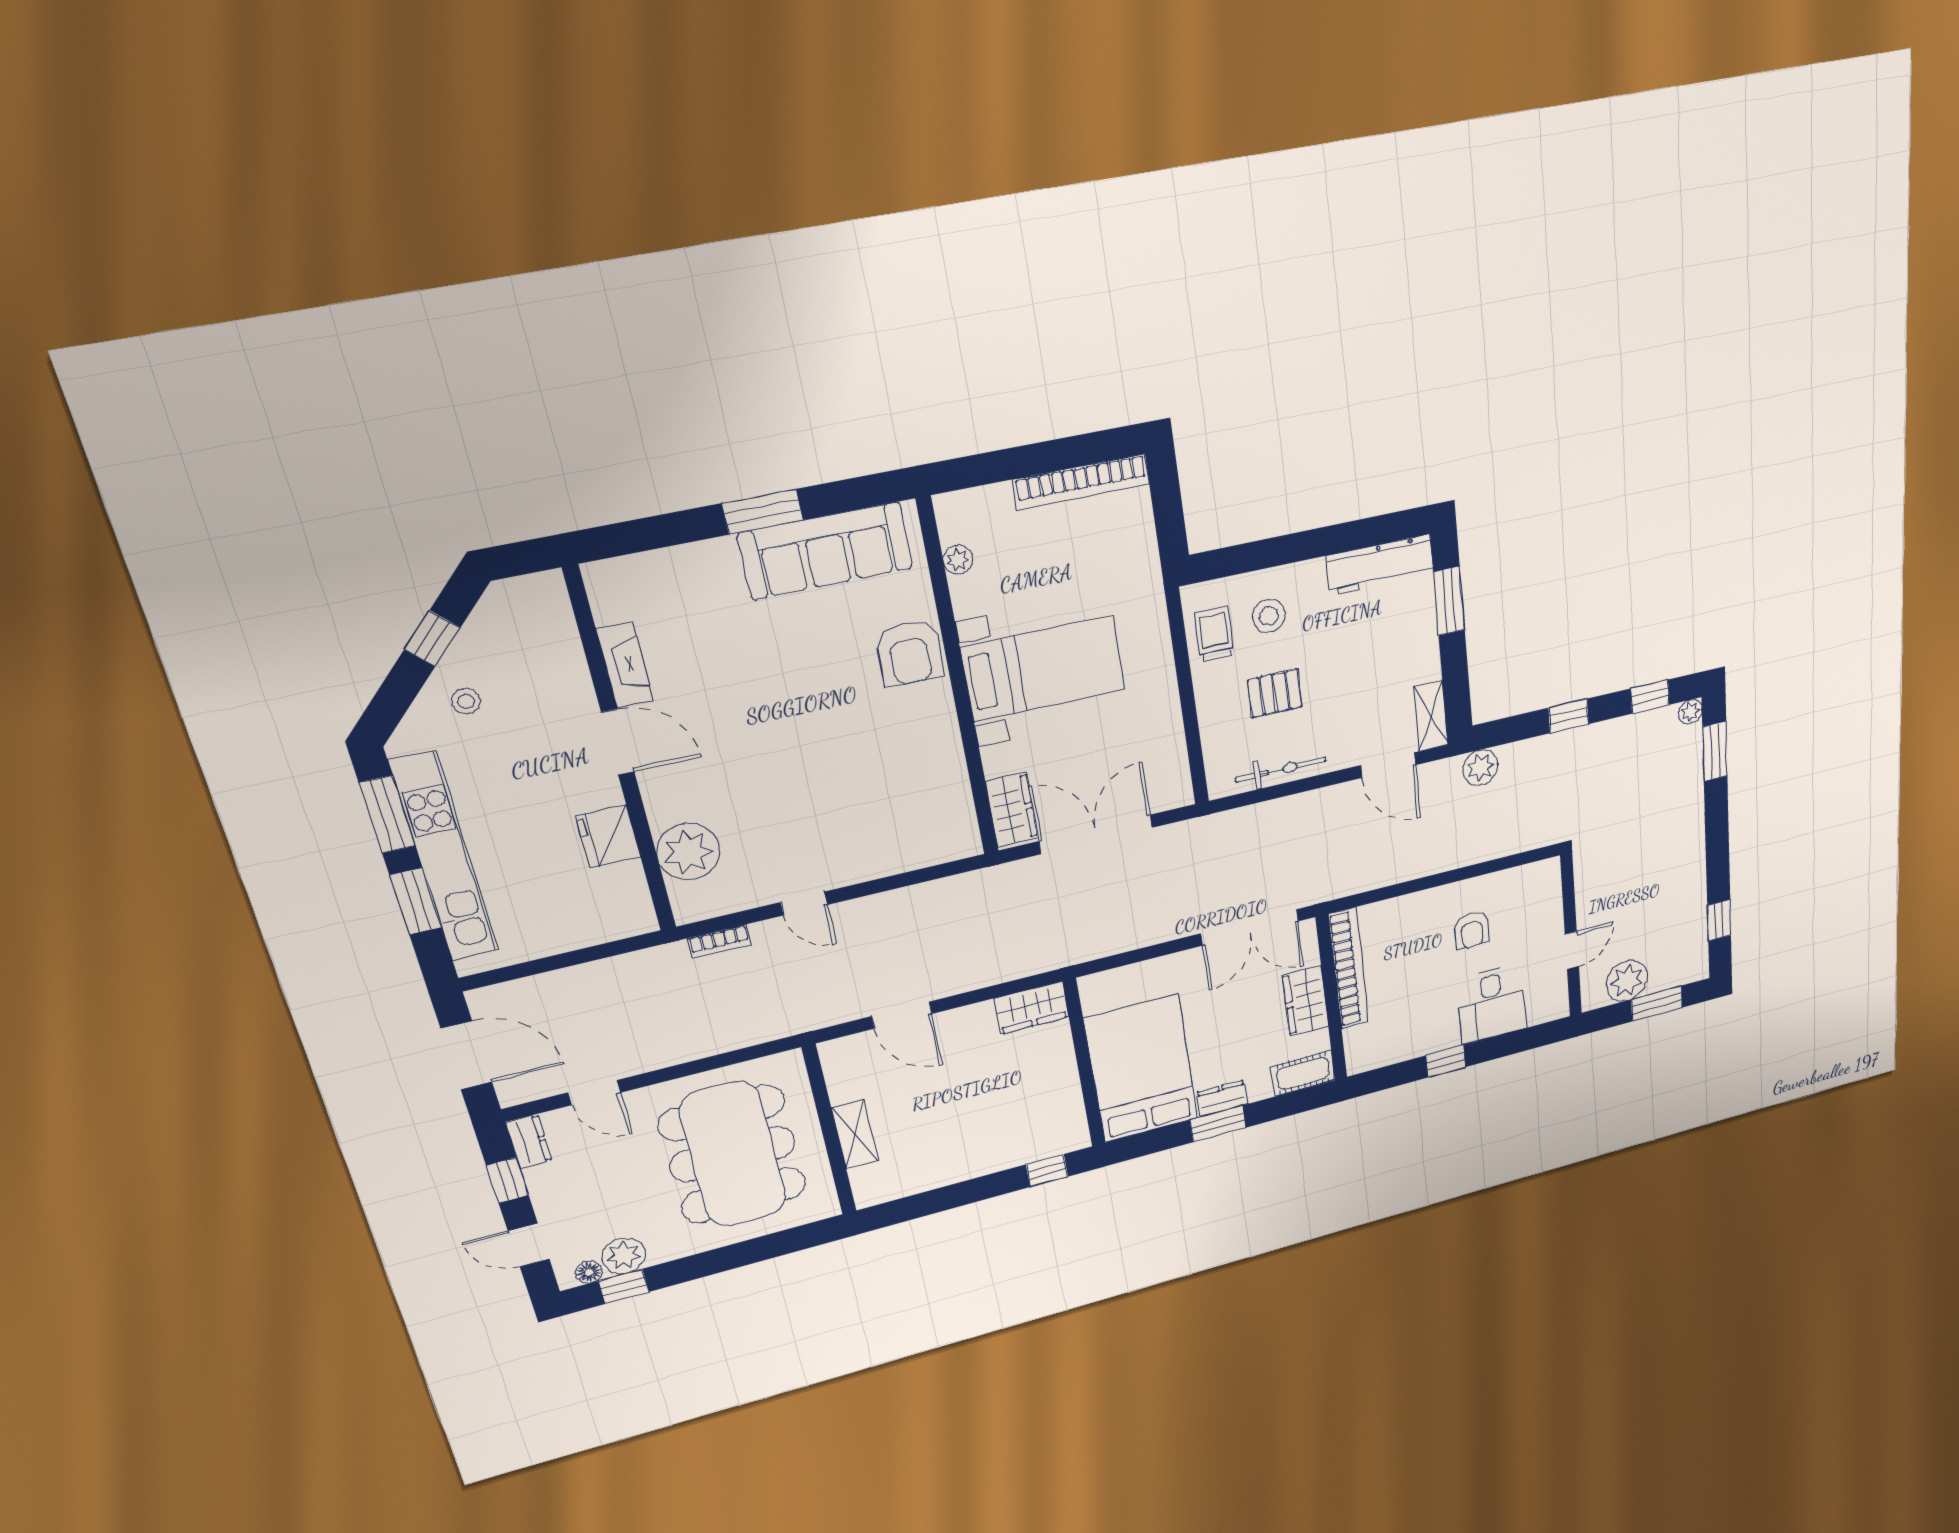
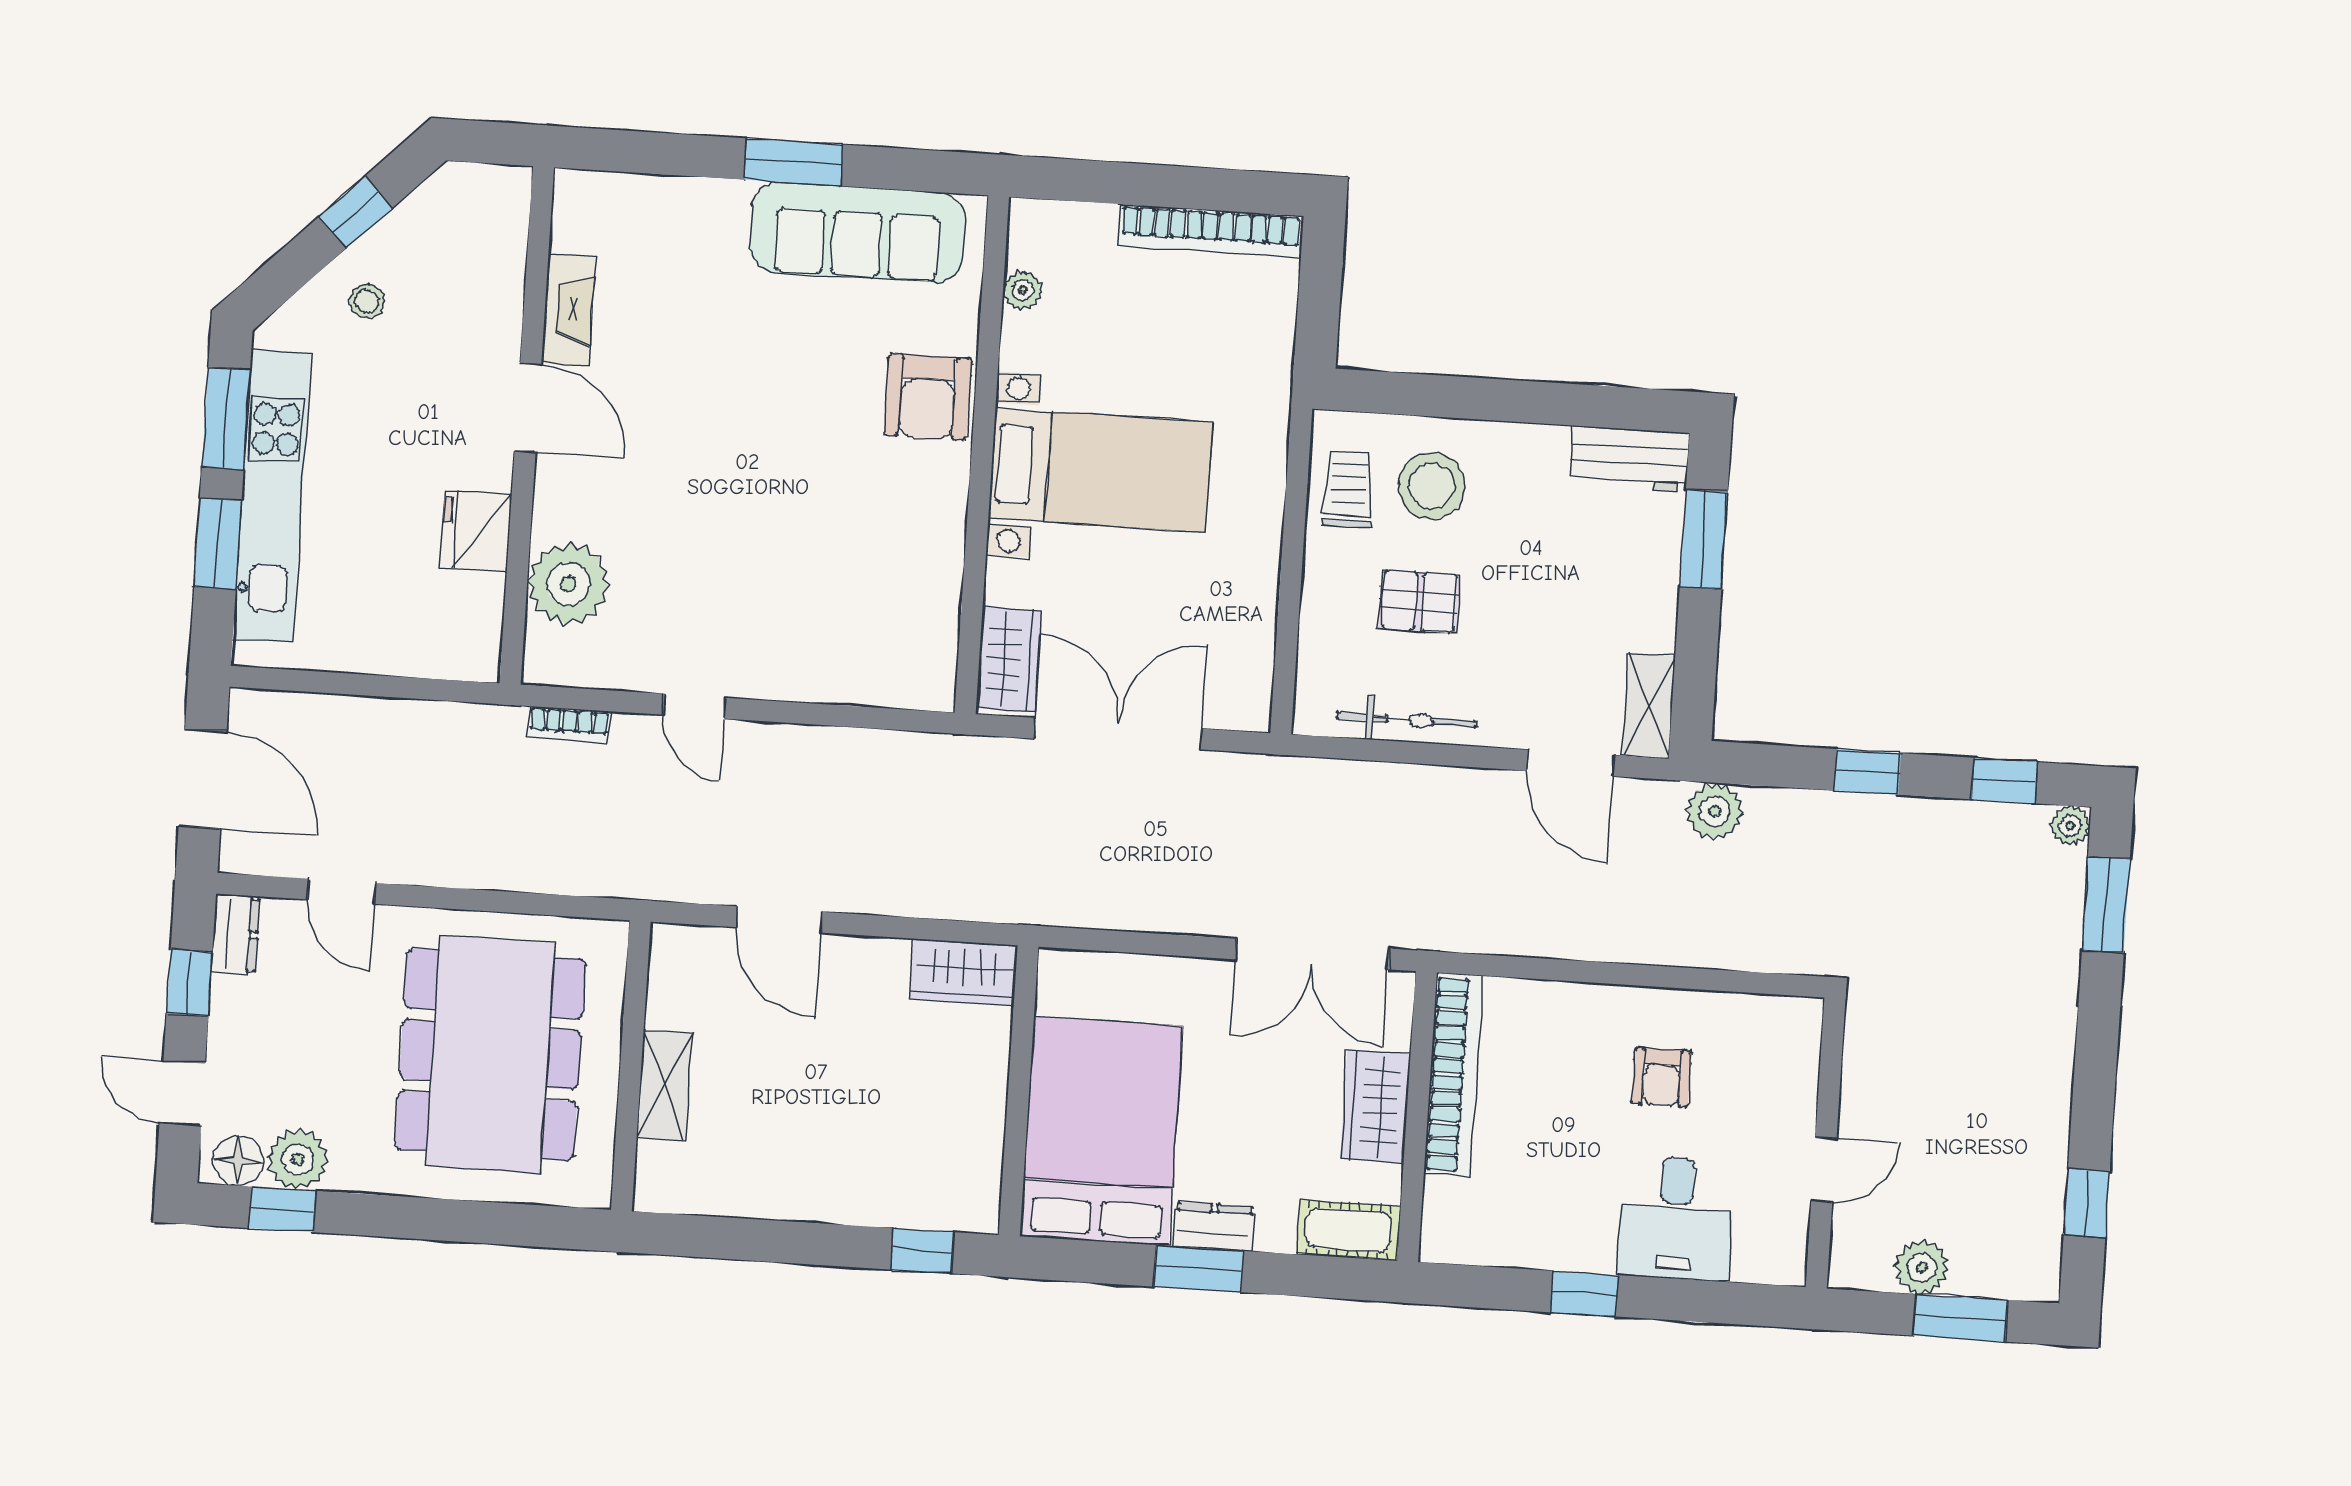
workbench: (1380, 565) -> (1630, 459), width x0.73
stool: (1269, 616) -> (1432, 486), width x1.38, depth x1.38
plant: (1627, 981) -> (1922, 1268), width x0.73, depth x0.73
floor lamp: (589, 1272) -> (238, 1161), width x1.37, depth x1.37

